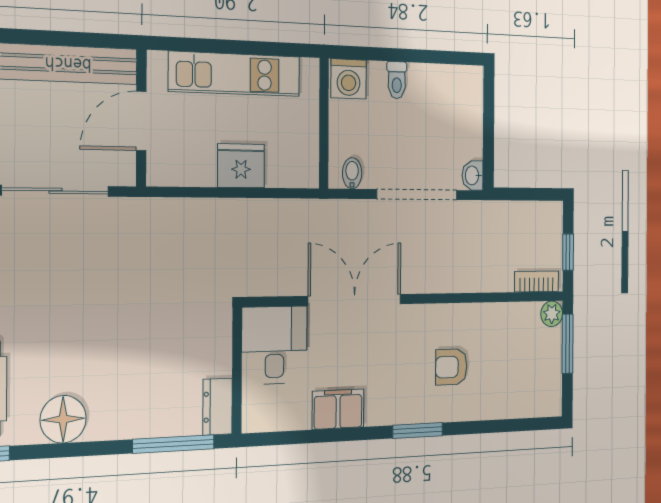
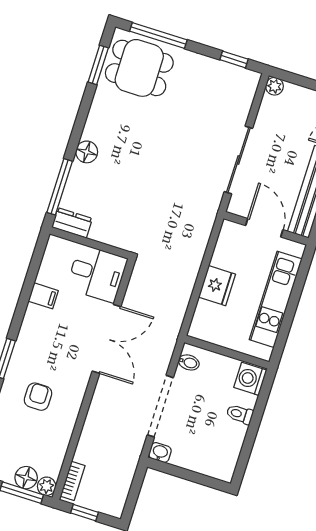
floor lamp: (549, 345) -> (26, 478), added
filing cabinet: (338, 409) -> (43, 296), width x0.50
floor lamp: (63, 419) -> (87, 152), moved, width x0.73, depth x0.73

